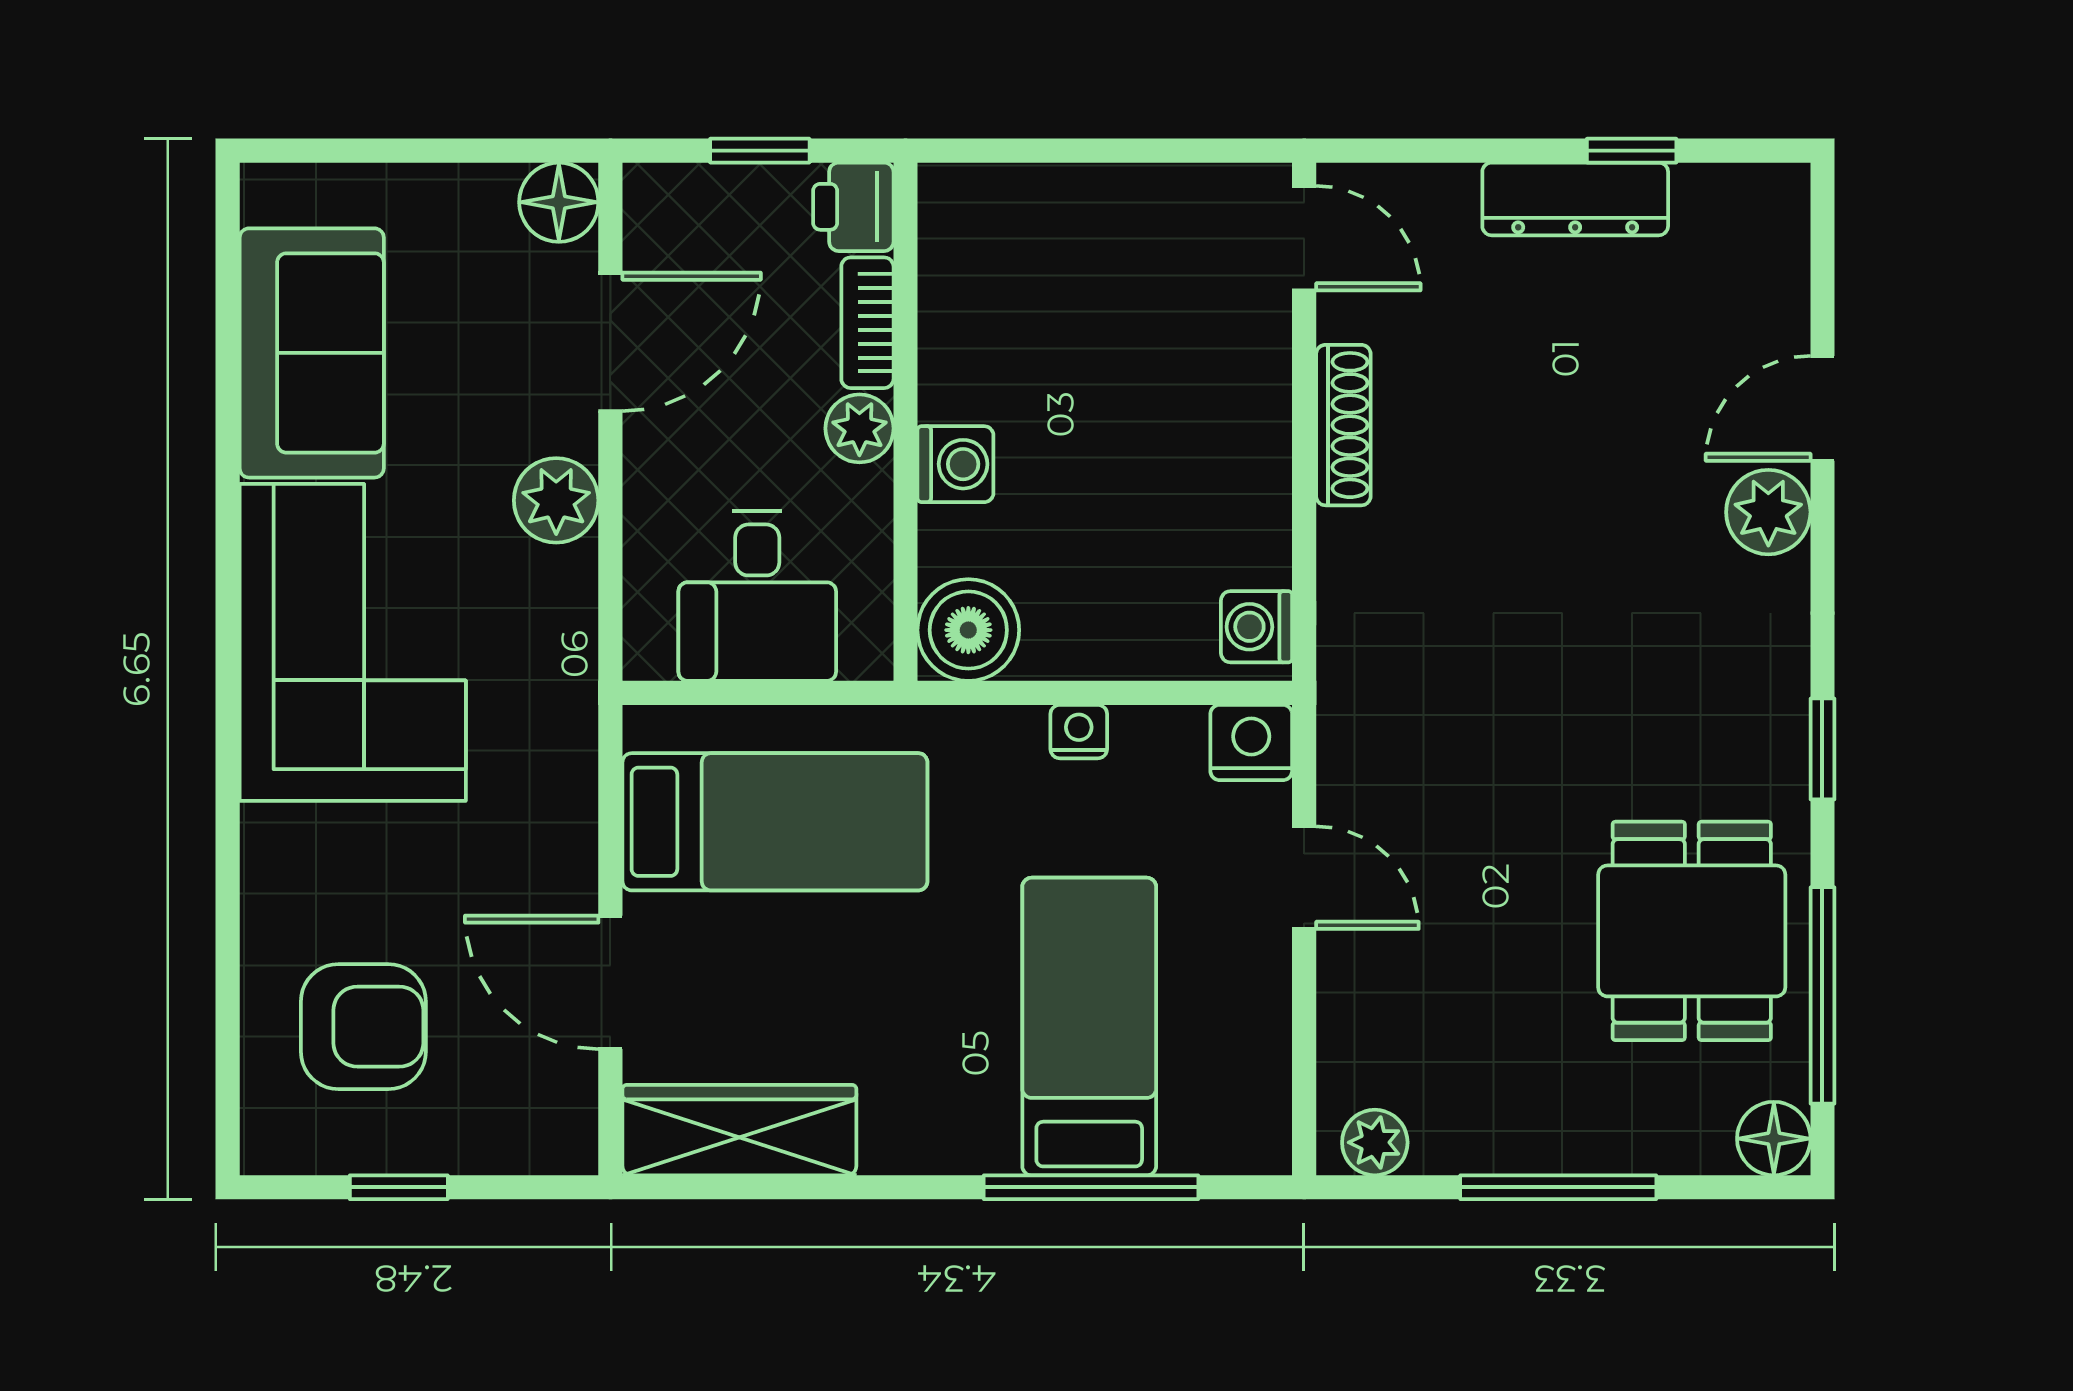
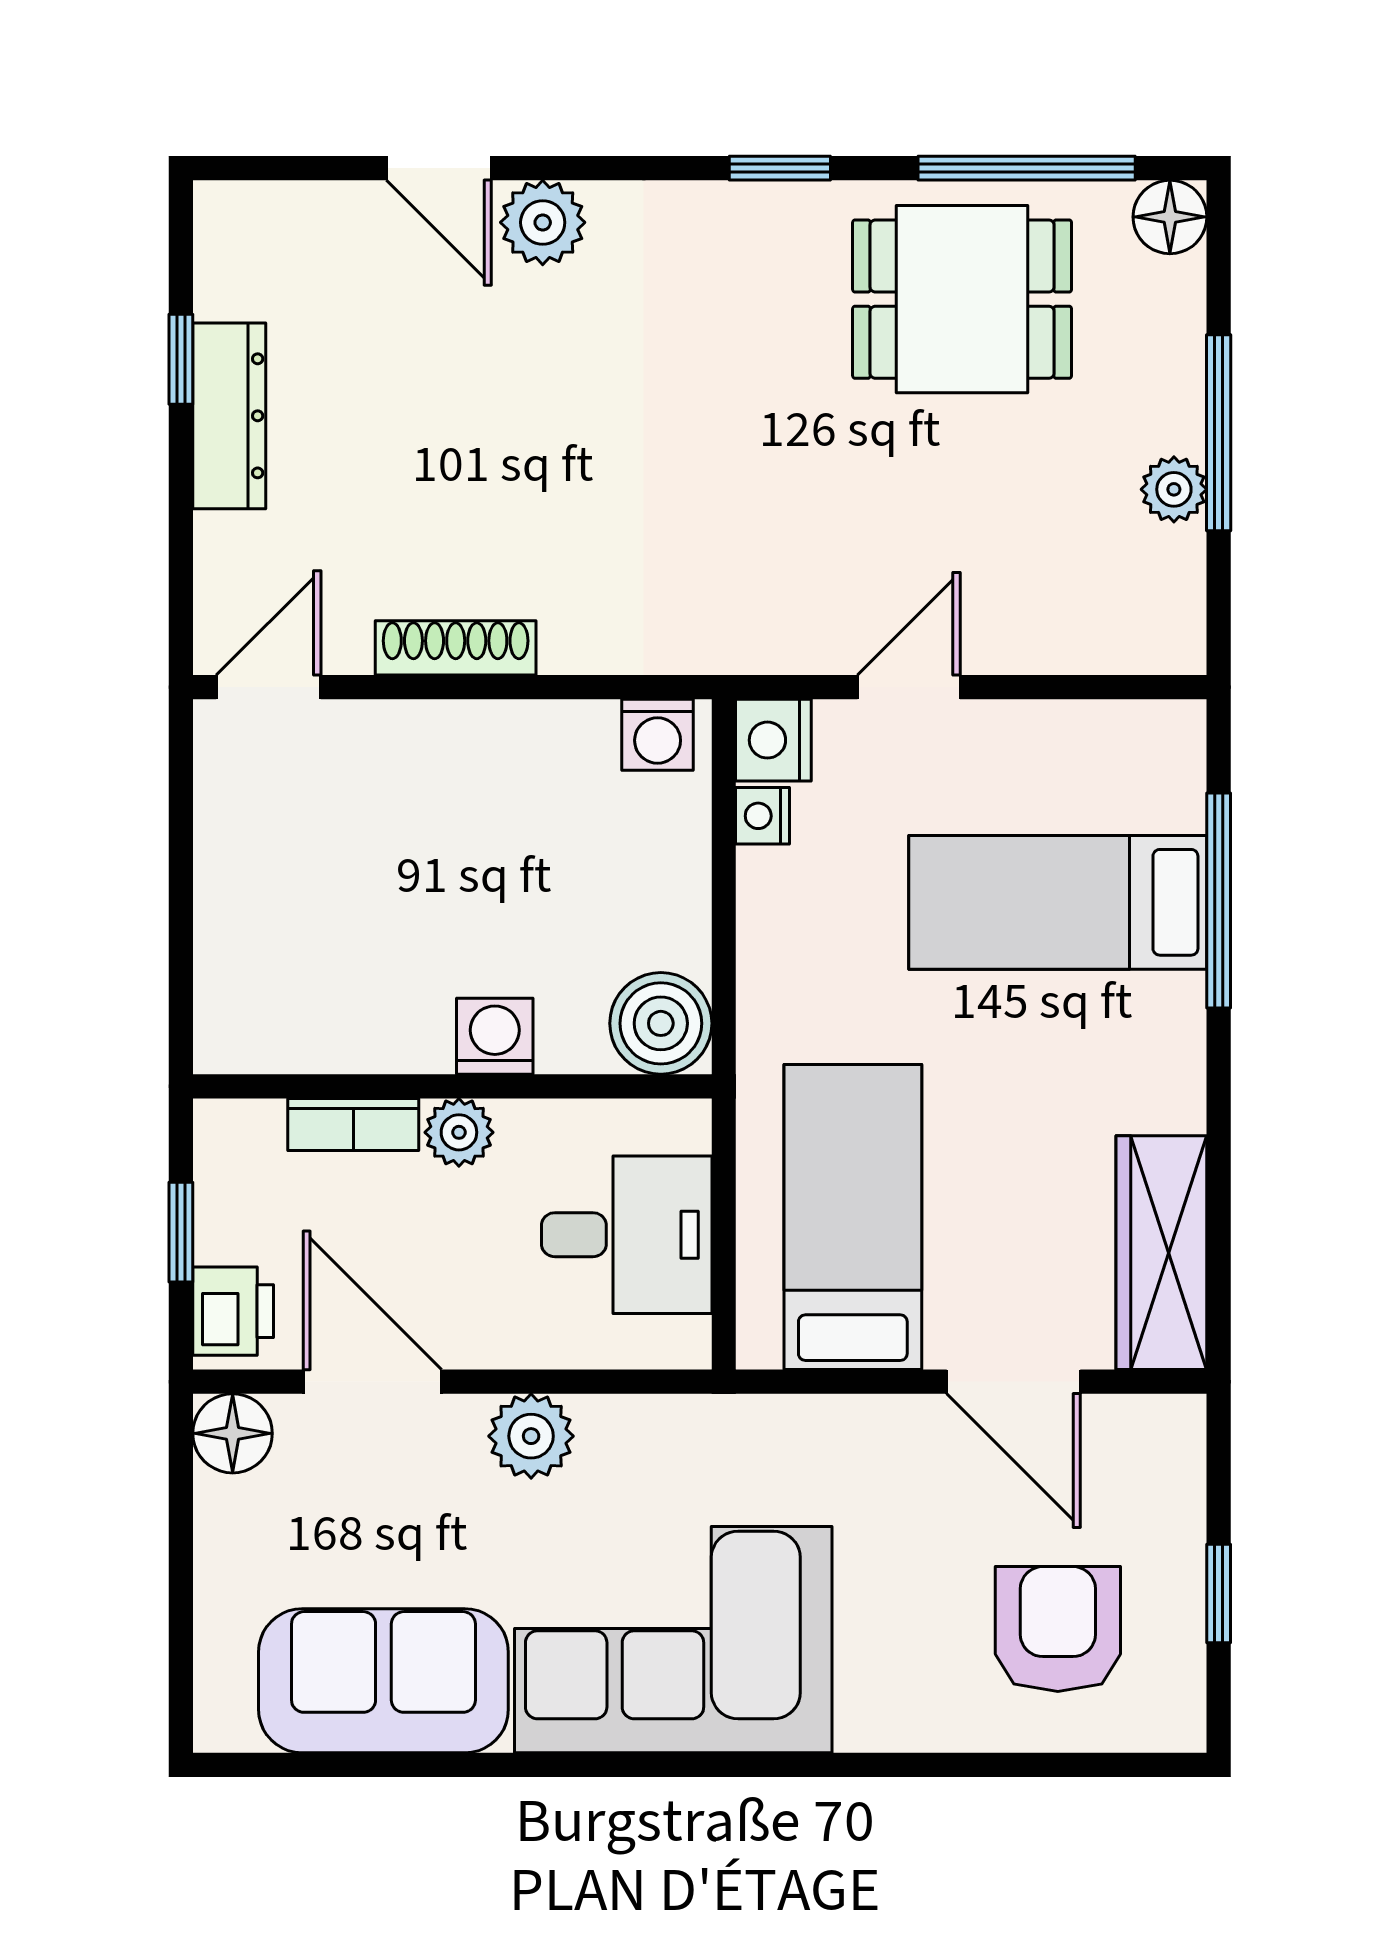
printer: (853, 207) -> (233, 1311), moved, turned -90
nightstand: (1079, 732) -> (762, 816), moved
door: (610, 982) -> (1013, 1382), hinge flipped
plant: (1375, 1142) -> (1174, 489), moved

